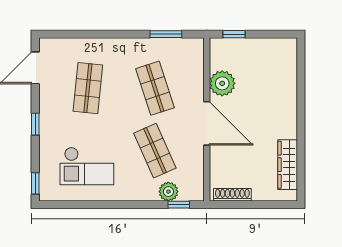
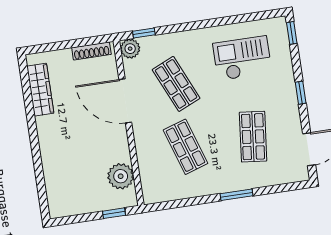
window: (166, 34) -> (237, 195), moved
plant: (222, 83) -> (121, 176), moved
door: (207, 123) -> (125, 101), moved
plant: (168, 192) -> (130, 49), moved

